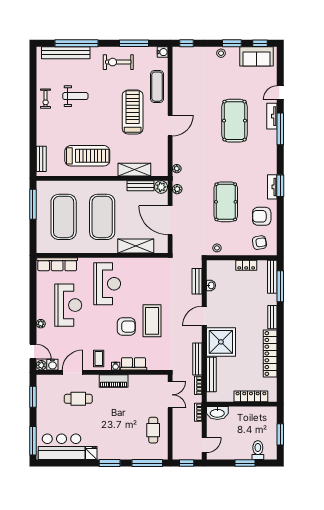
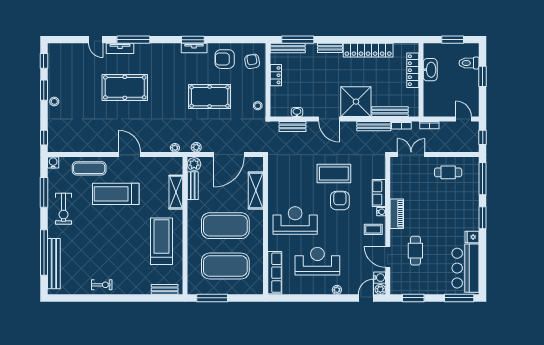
sofa: (257, 56) -> (58, 64), removed
weight bench: (75, 96) -> (99, 254), removed
armchair: (262, 216) -> (225, 59), turned 90
washbasin: (217, 413) -> (430, 70), moved

